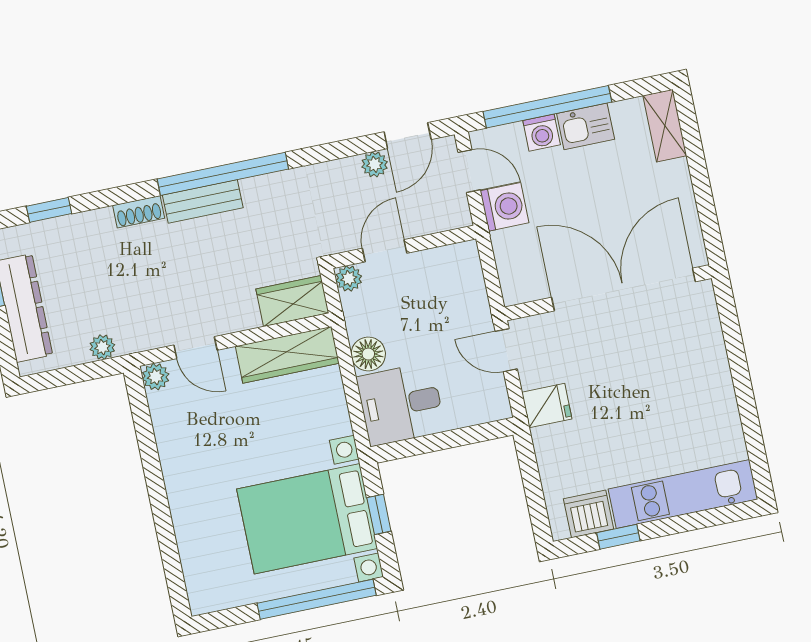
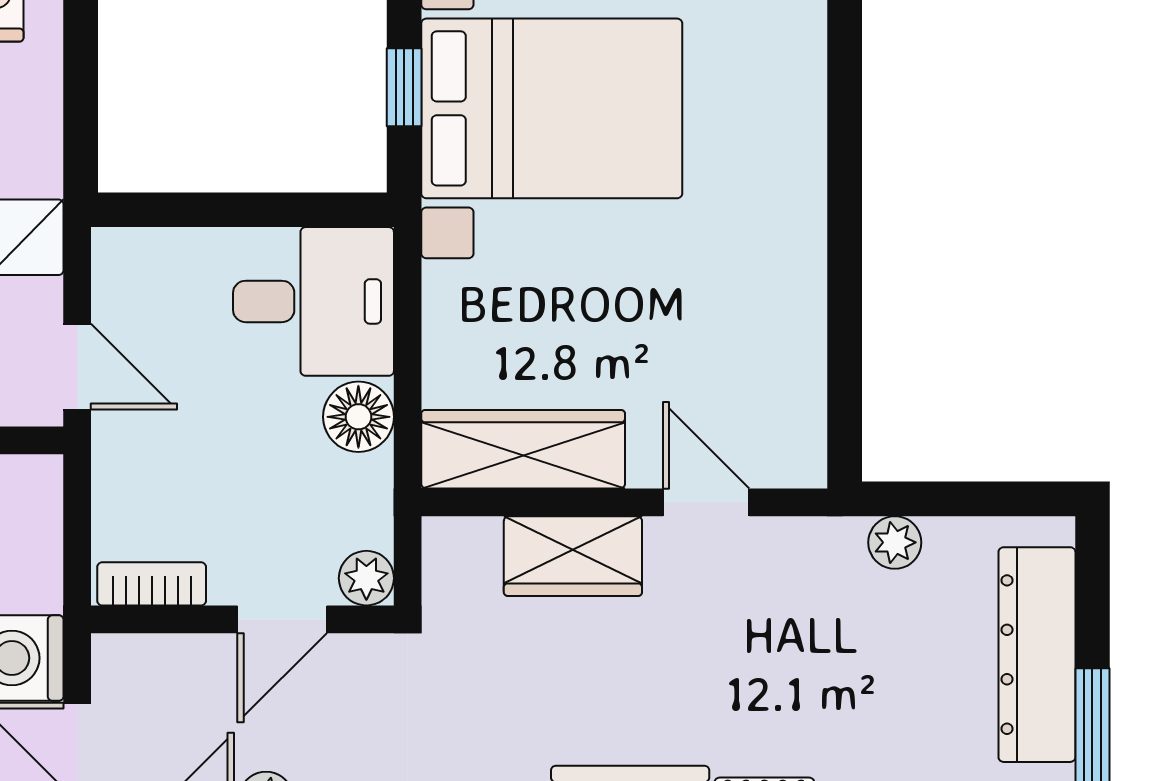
bookcase: (450, 255) -> (152, 584), added
wardrobe: (292, 301) -> (573, 556), moved
plant: (156, 377) -> (799, 460), removed

